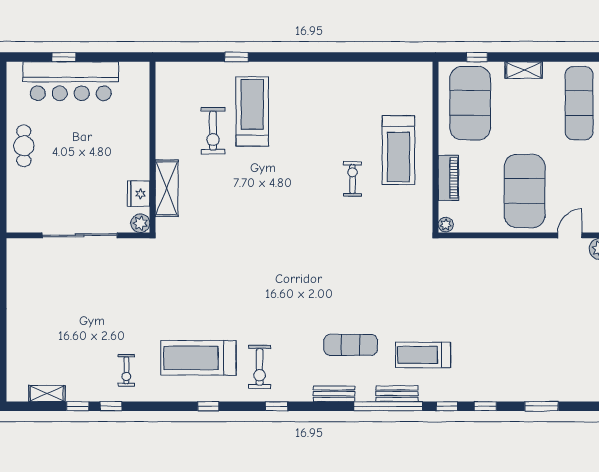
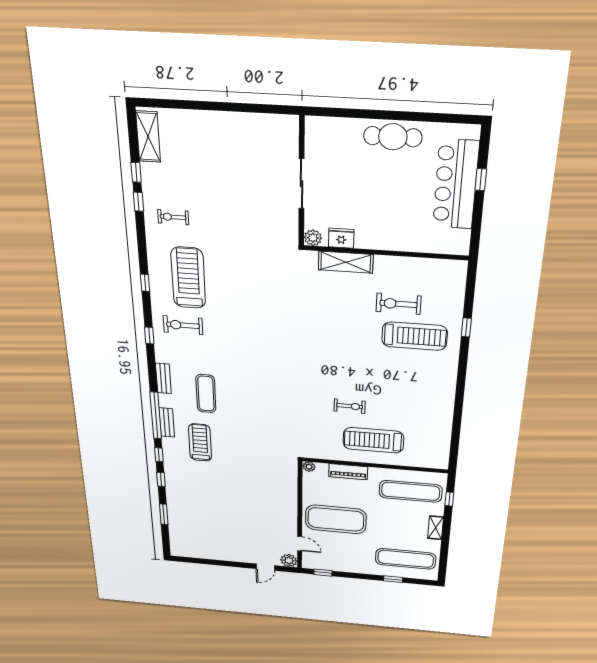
exercise mat: (470, 103) -> (411, 491), width x0.68
cafe table: (24, 146) -> (393, 137), width x1.37, depth x1.35
sliding door: (80, 235) -> (302, 184), width x0.73
shelving: (47, 394) -> (148, 137), width x1.50, depth x1.33

